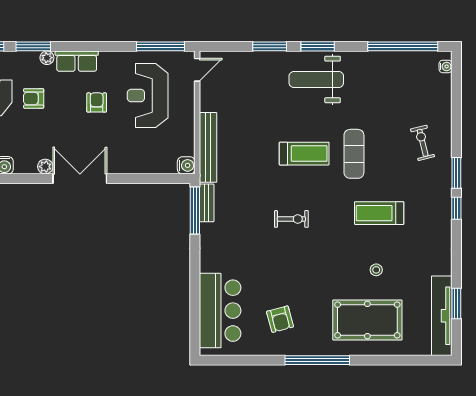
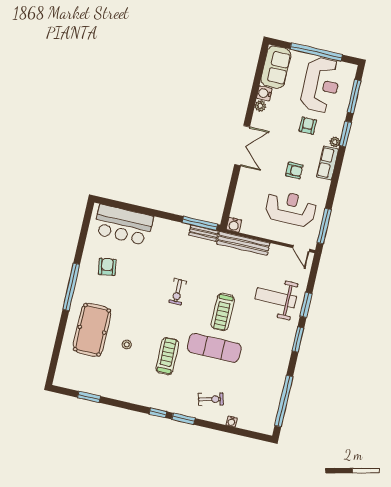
water cooler: (446, 66) -> (232, 422), moved
weight bench: (316, 79) -> (276, 298), moved, turned -90
exercise mat: (354, 154) -> (214, 348), width x1.36, depth x1.45
plant: (45, 167) -> (260, 106), moved
tv unit: (442, 316) -> (83, 384), removed
armchair: (280, 319) -> (107, 267), turned 96

